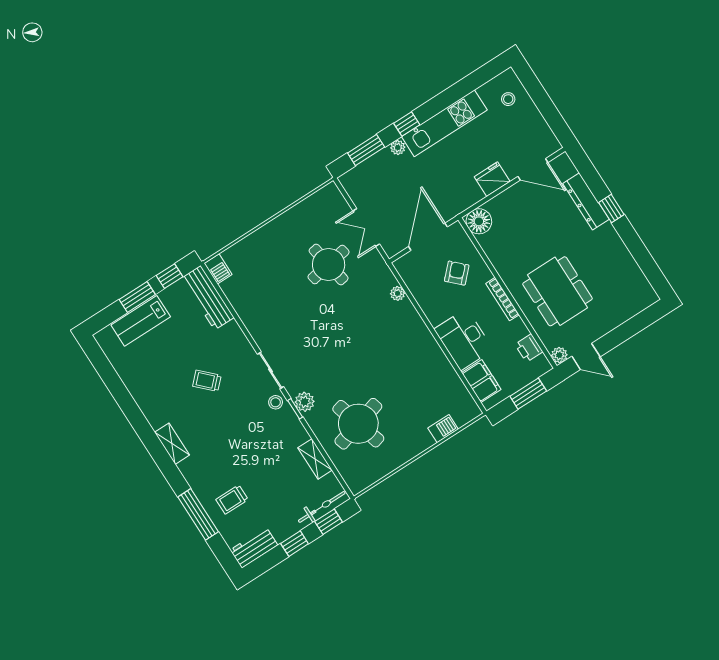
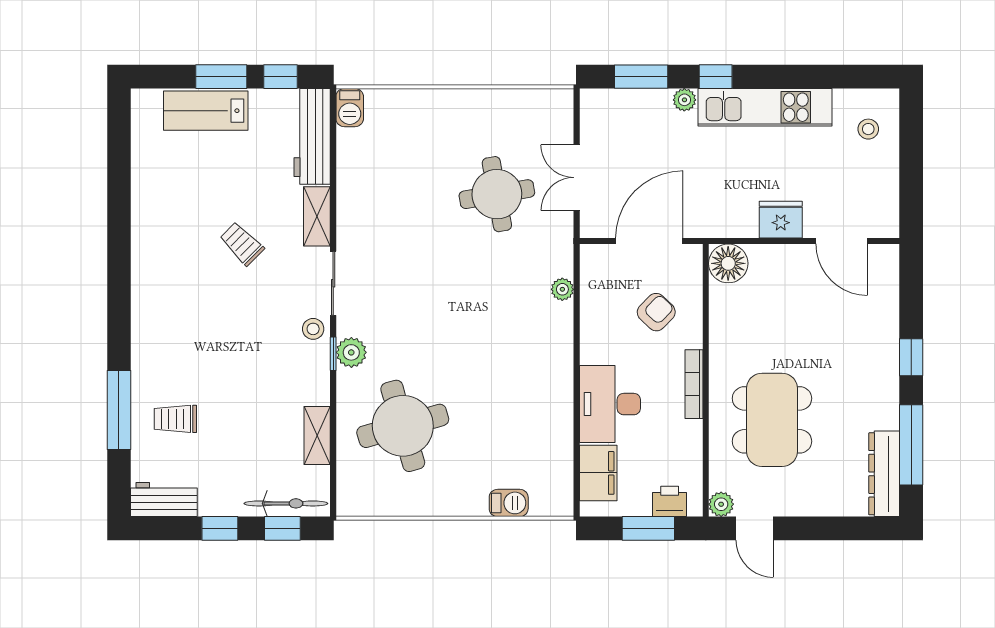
dresser: (586, 201) -> (884, 474), moved
window: (642, 256) -> (911, 445), added
printer: (529, 348) -> (670, 501), moved, turned 90
shelving: (172, 444) -> (317, 216), moved

